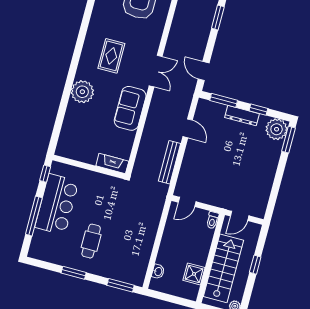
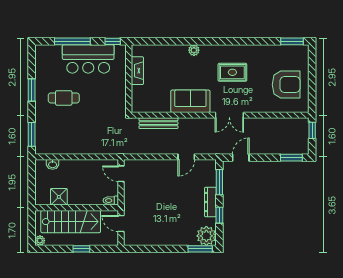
plant: (82, 92) -> (194, 50), width x0.53, depth x0.53
bench: (170, 162) -> (158, 123), moved
fireplace: (112, 164) -> (137, 71), moved

